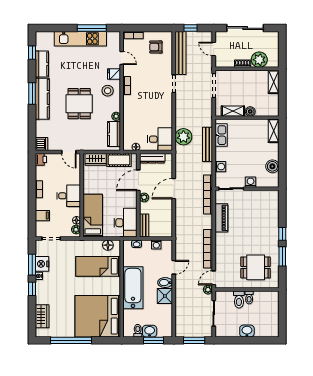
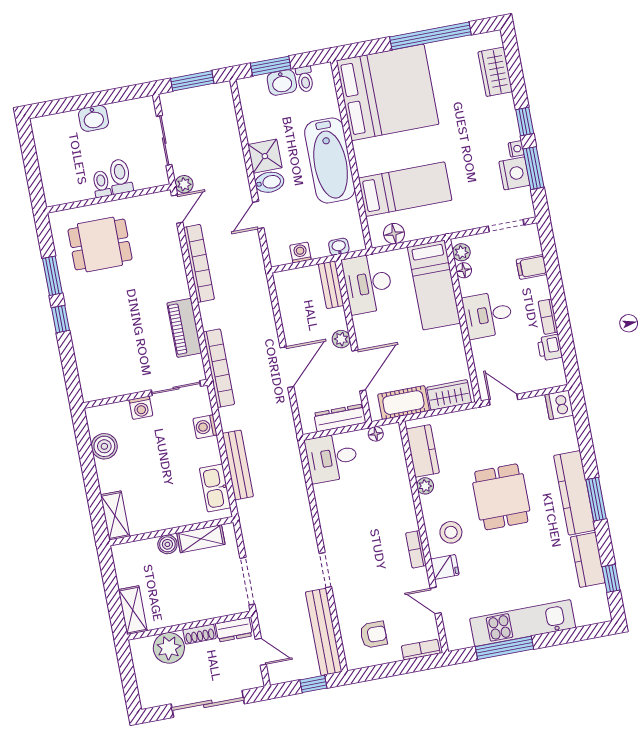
dresser: (225, 63) -> (234, 630), added
plant: (183, 137) -> (287, 471), removed
printer: (41, 159) -> (550, 348), moved

